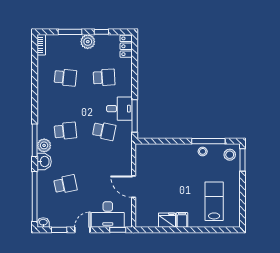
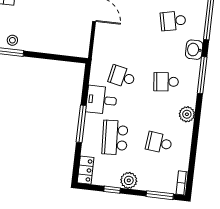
window: (70, 32) -> (160, 195), moved
school desk: (104, 77) -> (115, 138), width x1.85
window: (135, 116) -> (81, 124), moved
plant: (44, 145) -> (187, 114), moved

